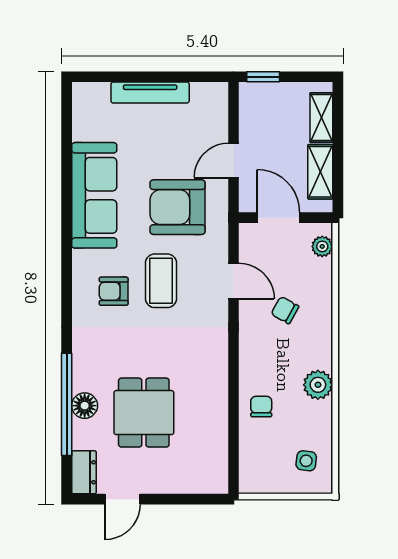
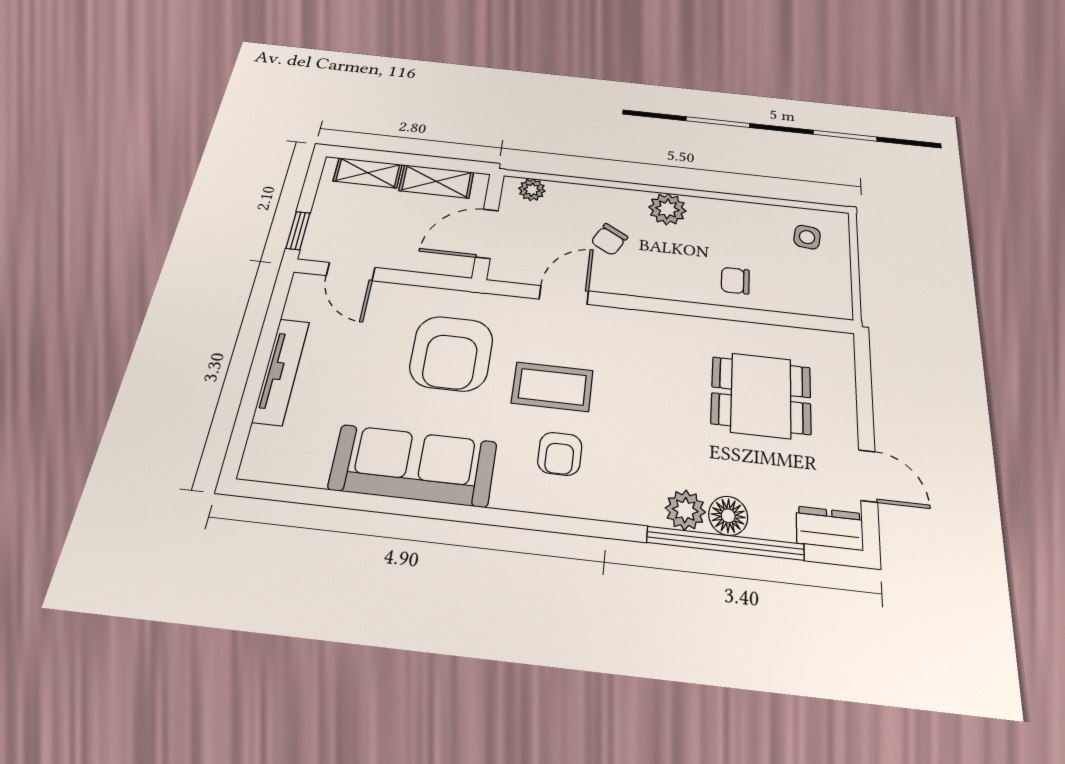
door: (233, 160) -> (351, 272), moved
plant: (85, 377) -> (685, 510), added
plant: (318, 385) -> (667, 209), moved
dining table: (144, 413) -> (761, 395), moved

